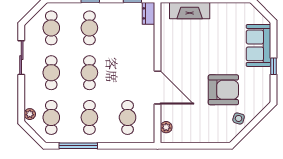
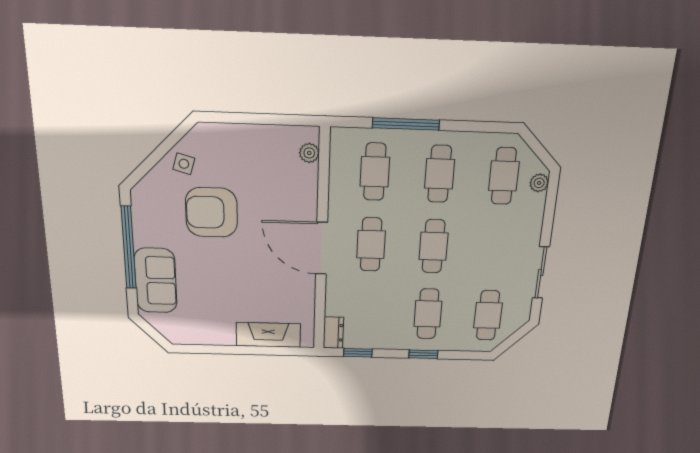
window: (274, 66) -> (129, 248), width x3.17
cafe table: (51, 73) -> (371, 244), moved
door: (157, 87) -> (322, 248), moved
window: (78, 146) -> (406, 124), moved

